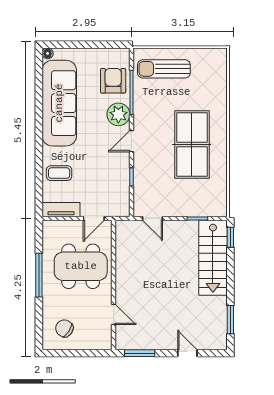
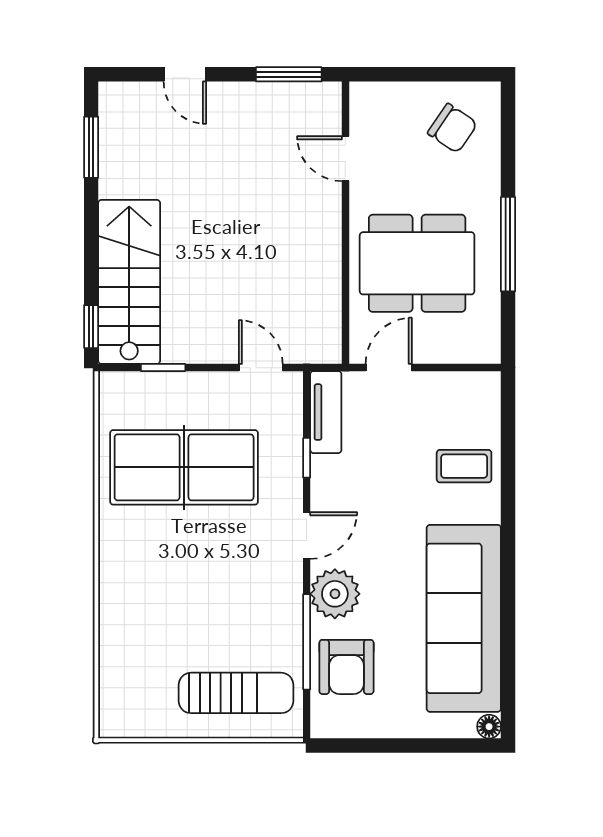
table tennis table: (192, 144) -> (184, 467), moved, turned 90
tv unit: (61, 210) -> (326, 412), moved, turned -90

